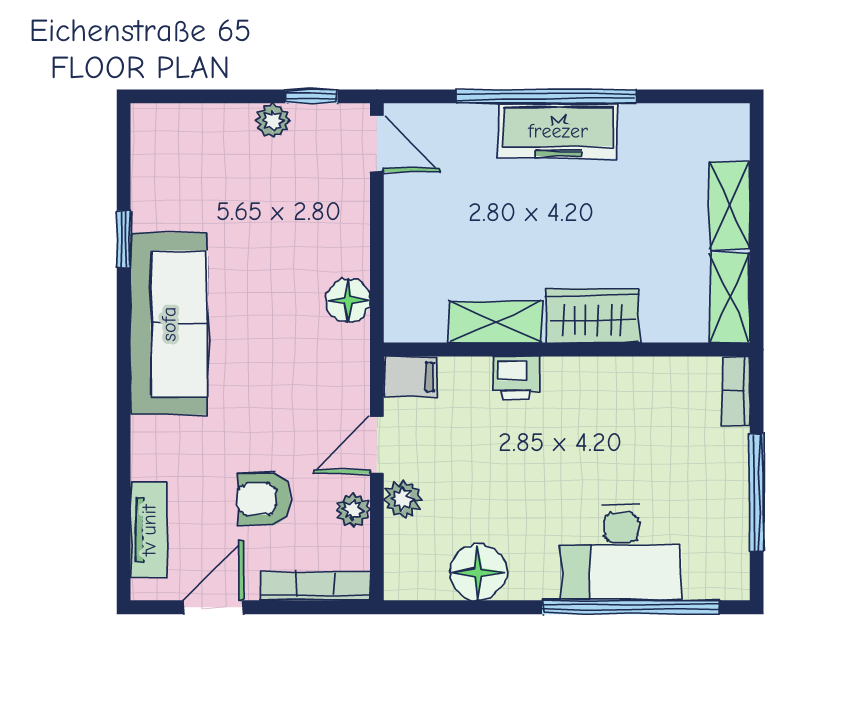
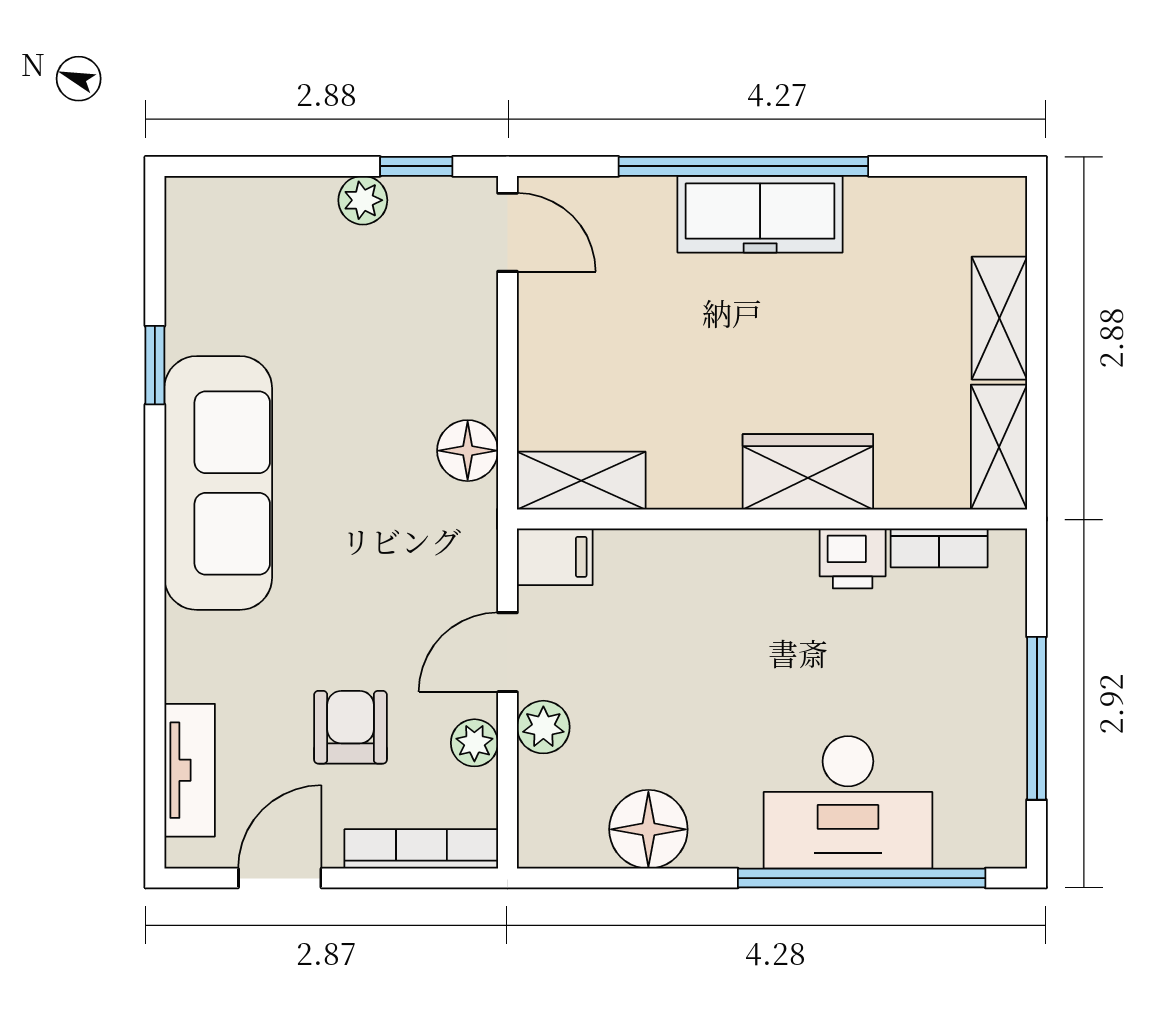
shelving: (496, 322) -> (581, 481), moved
printer: (516, 378) -> (853, 558), moved
bookcase: (736, 391) -> (939, 548), moved, turned -90
armchair: (264, 499) -> (351, 727), turned 90

